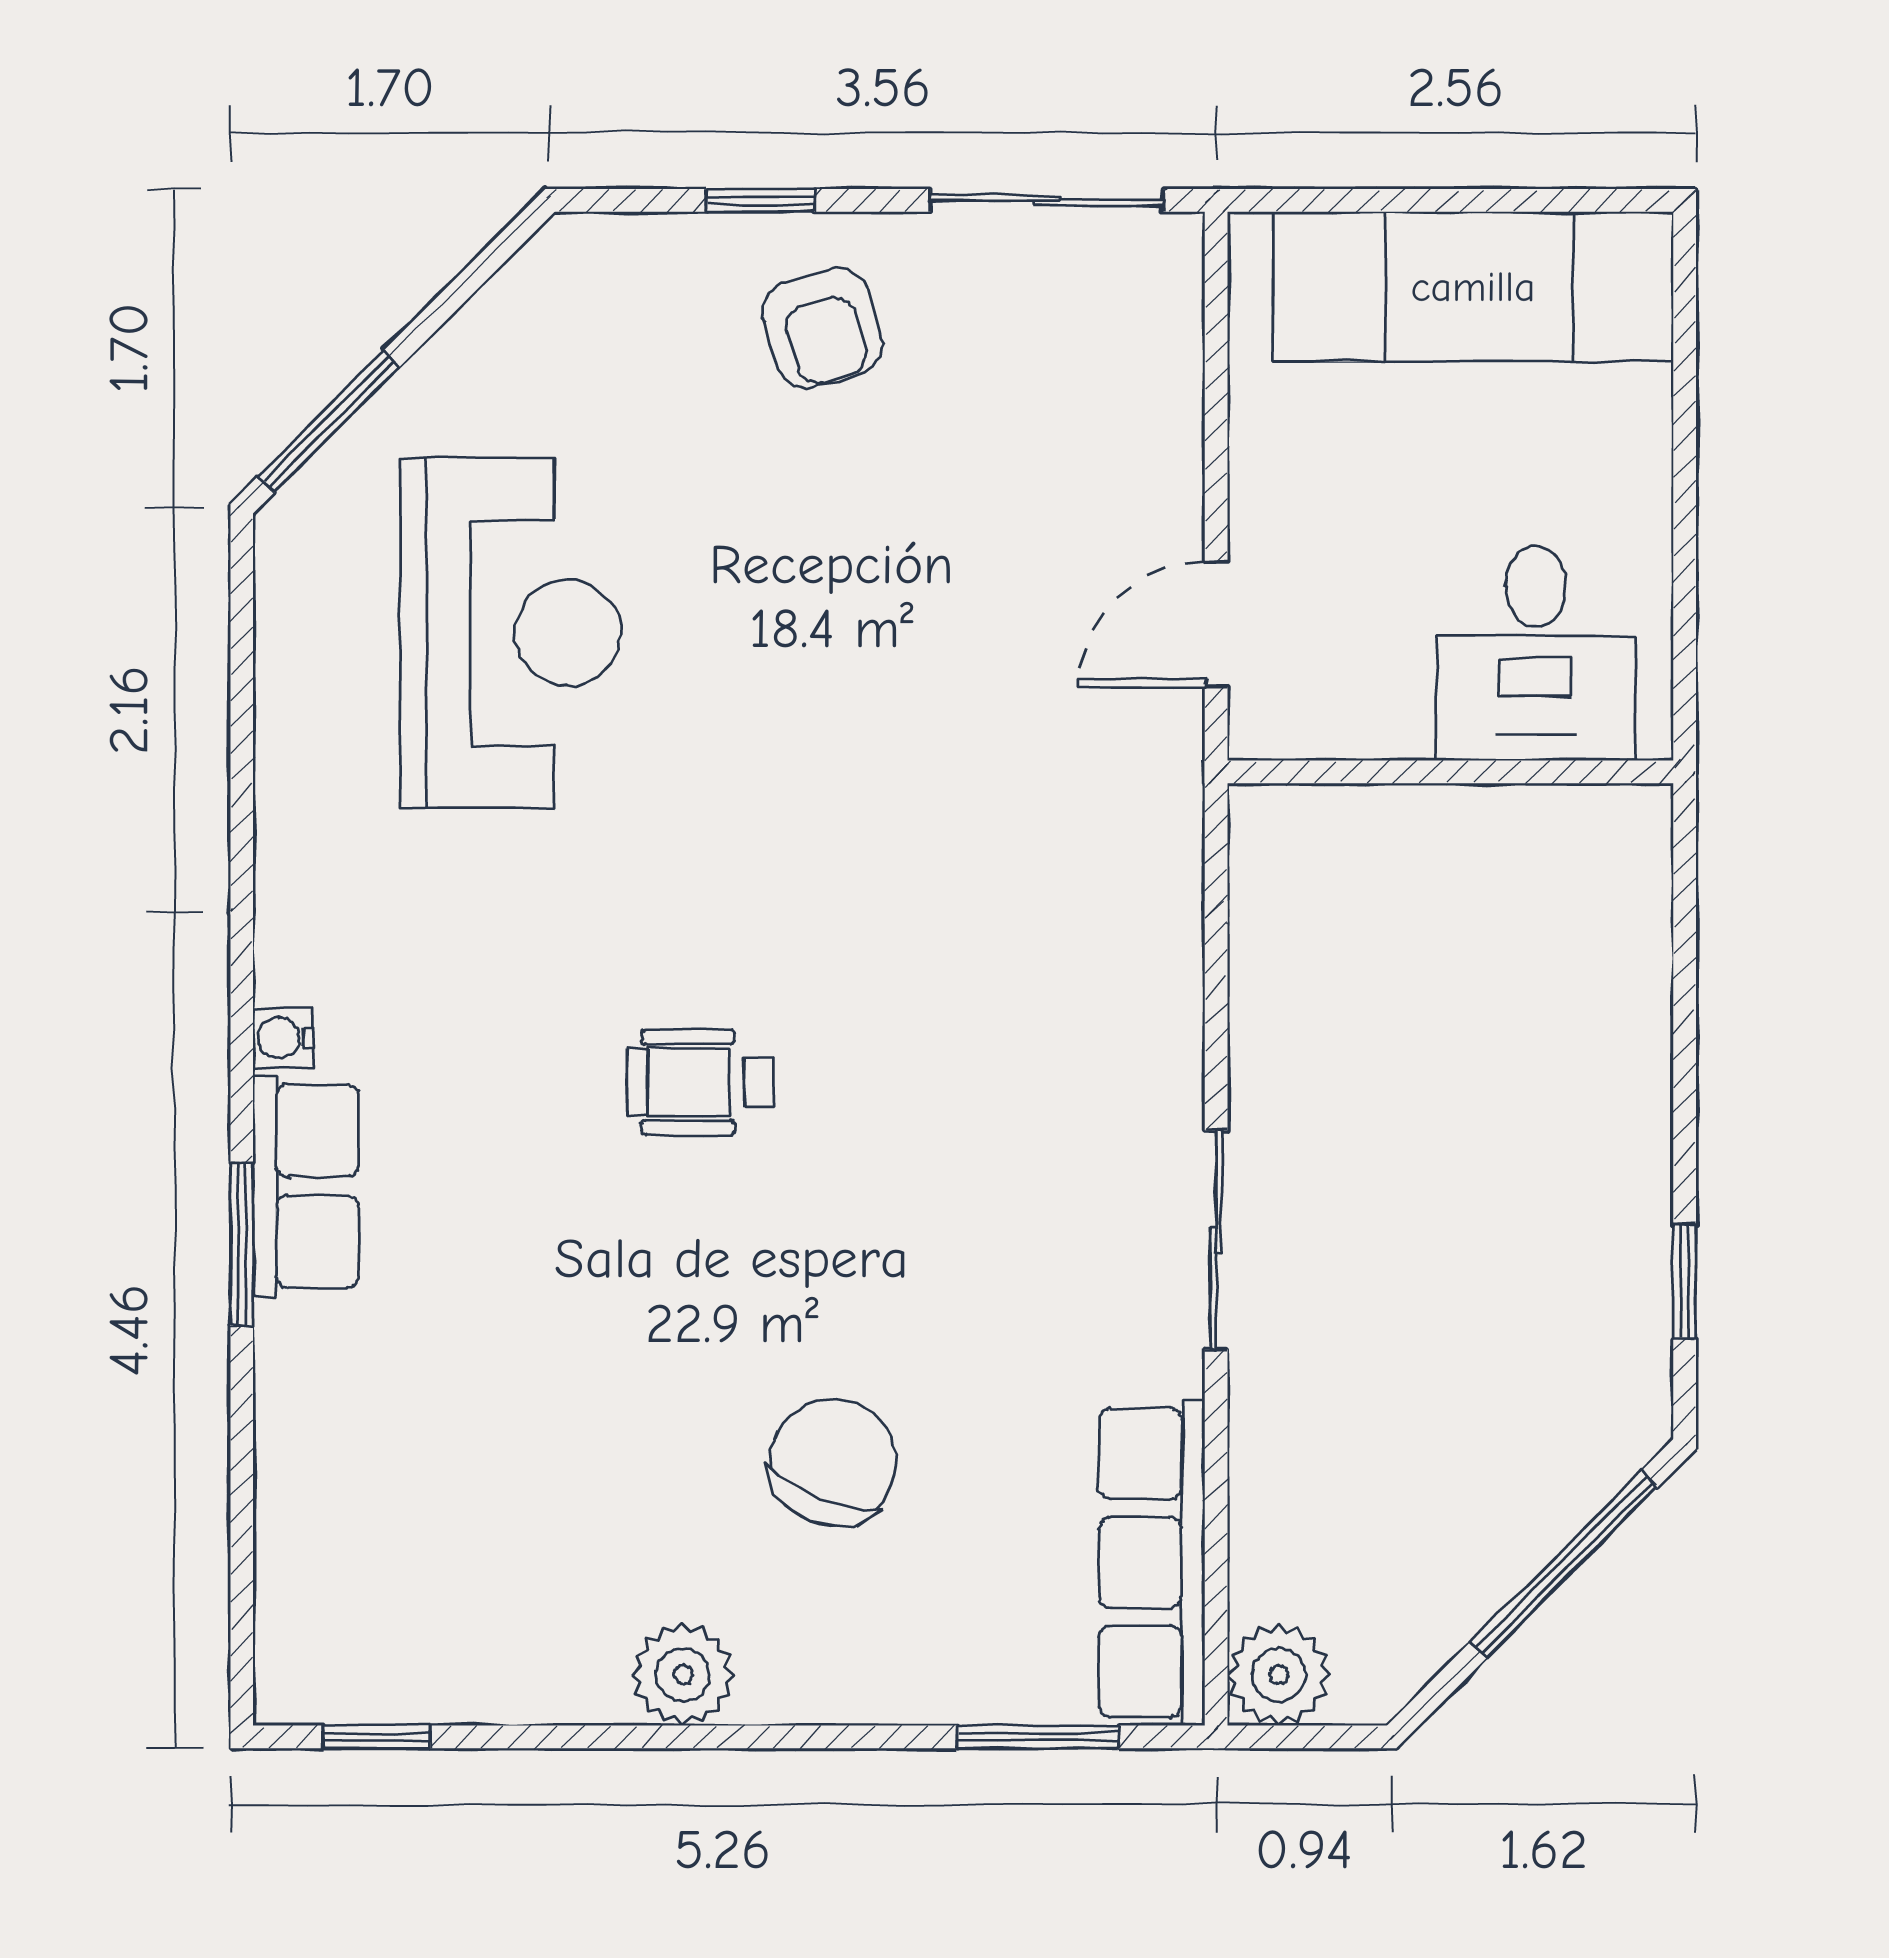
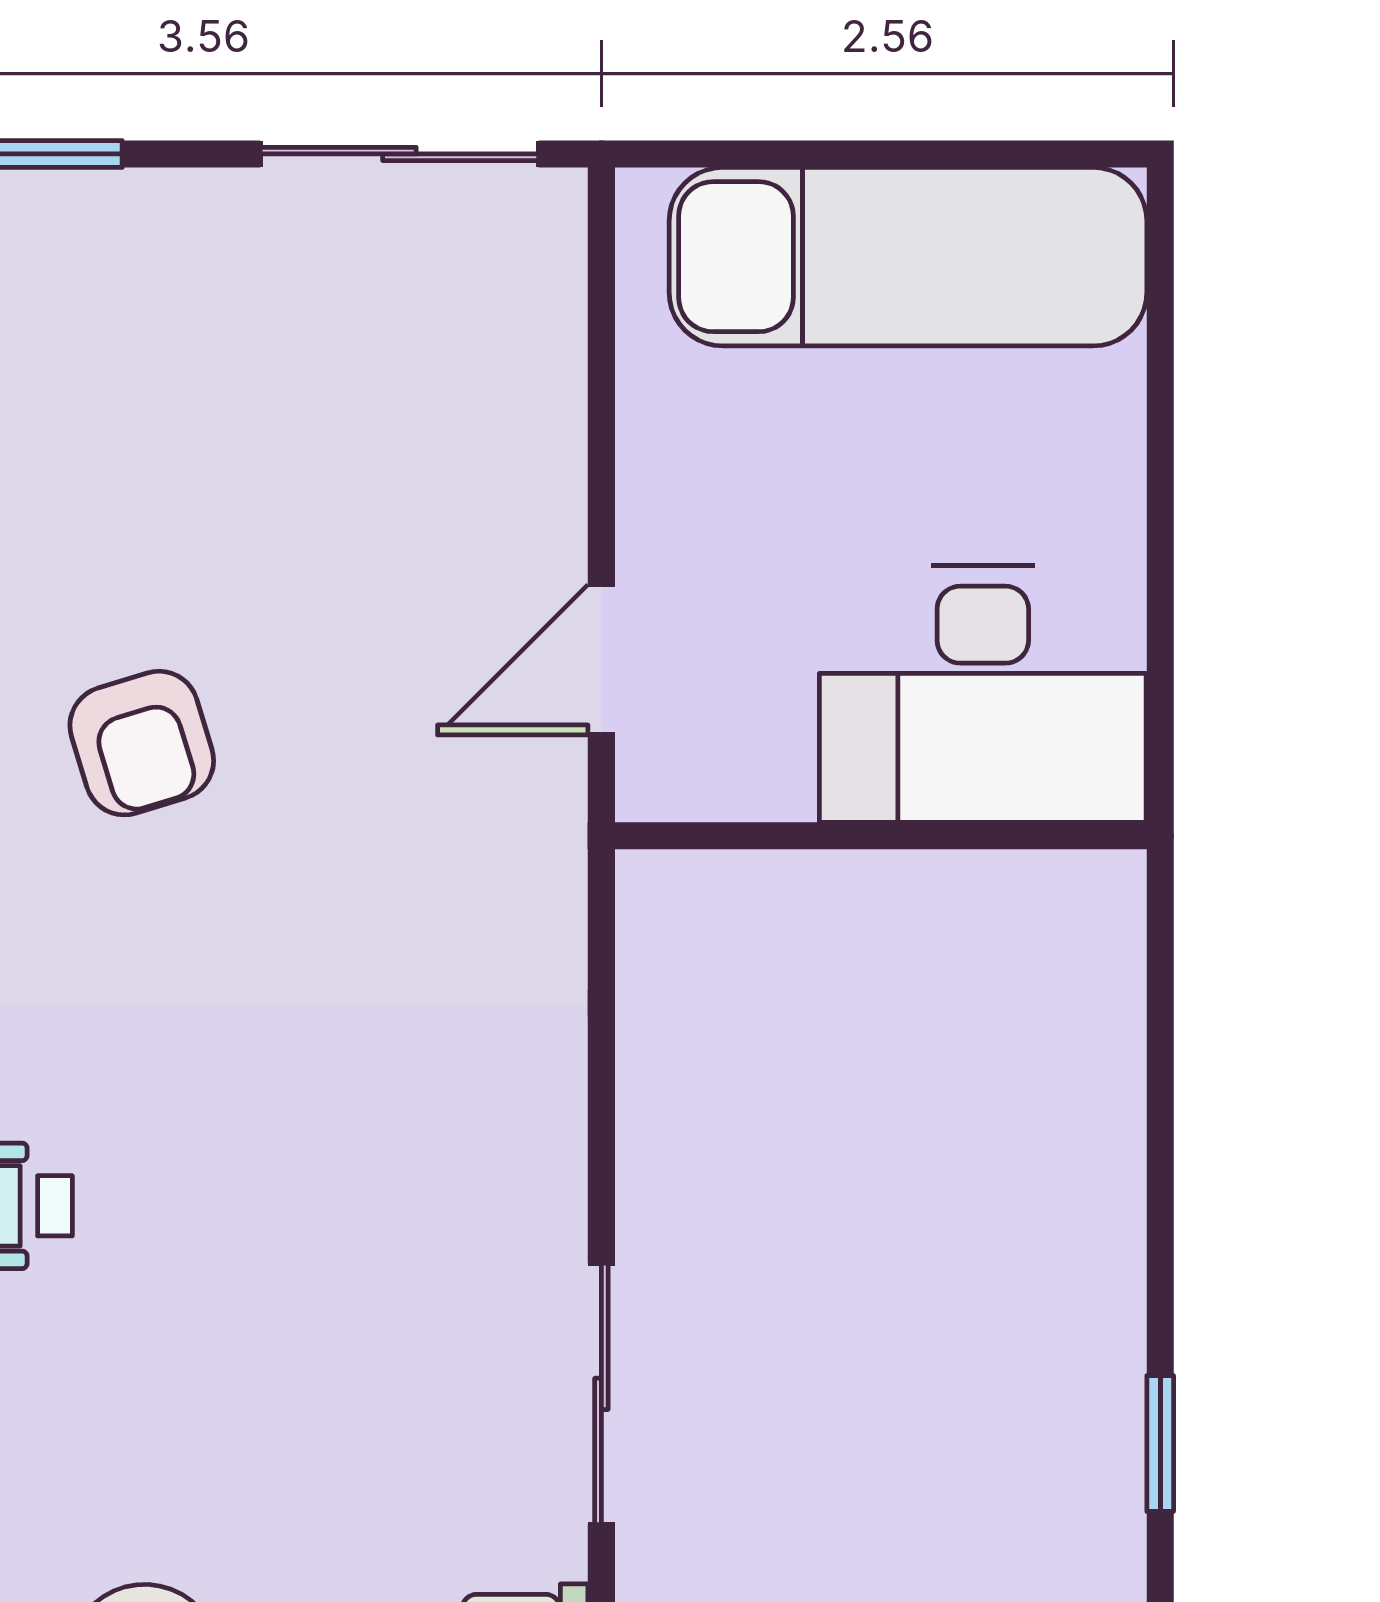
armchair: (822, 328) -> (142, 743), moved
desk: (1536, 653) -> (983, 694), width x1.37

